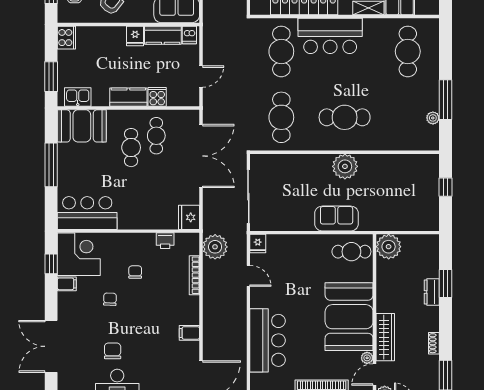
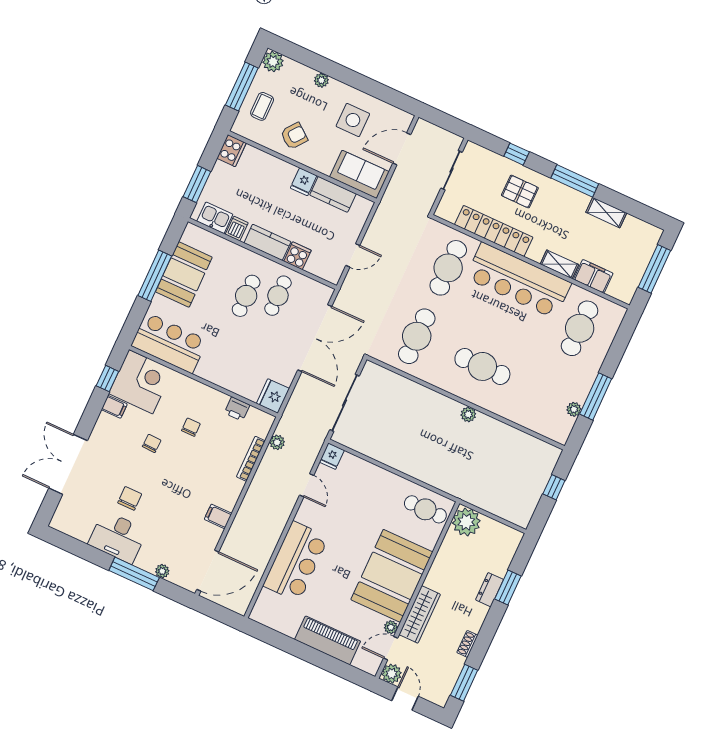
dishwasher: (189, 35) -> (237, 229), moved, turned 180
bar counter: (330, 36) -> (518, 280), width x1.36
booth: (82, 126) -> (184, 274), moved, turned 90
plant: (345, 166) -> (468, 414), width x0.53, depth x0.53
sofa: (337, 219) -> (426, 468), removed
plant: (215, 247) -> (277, 442), width x0.53, depth x0.53

